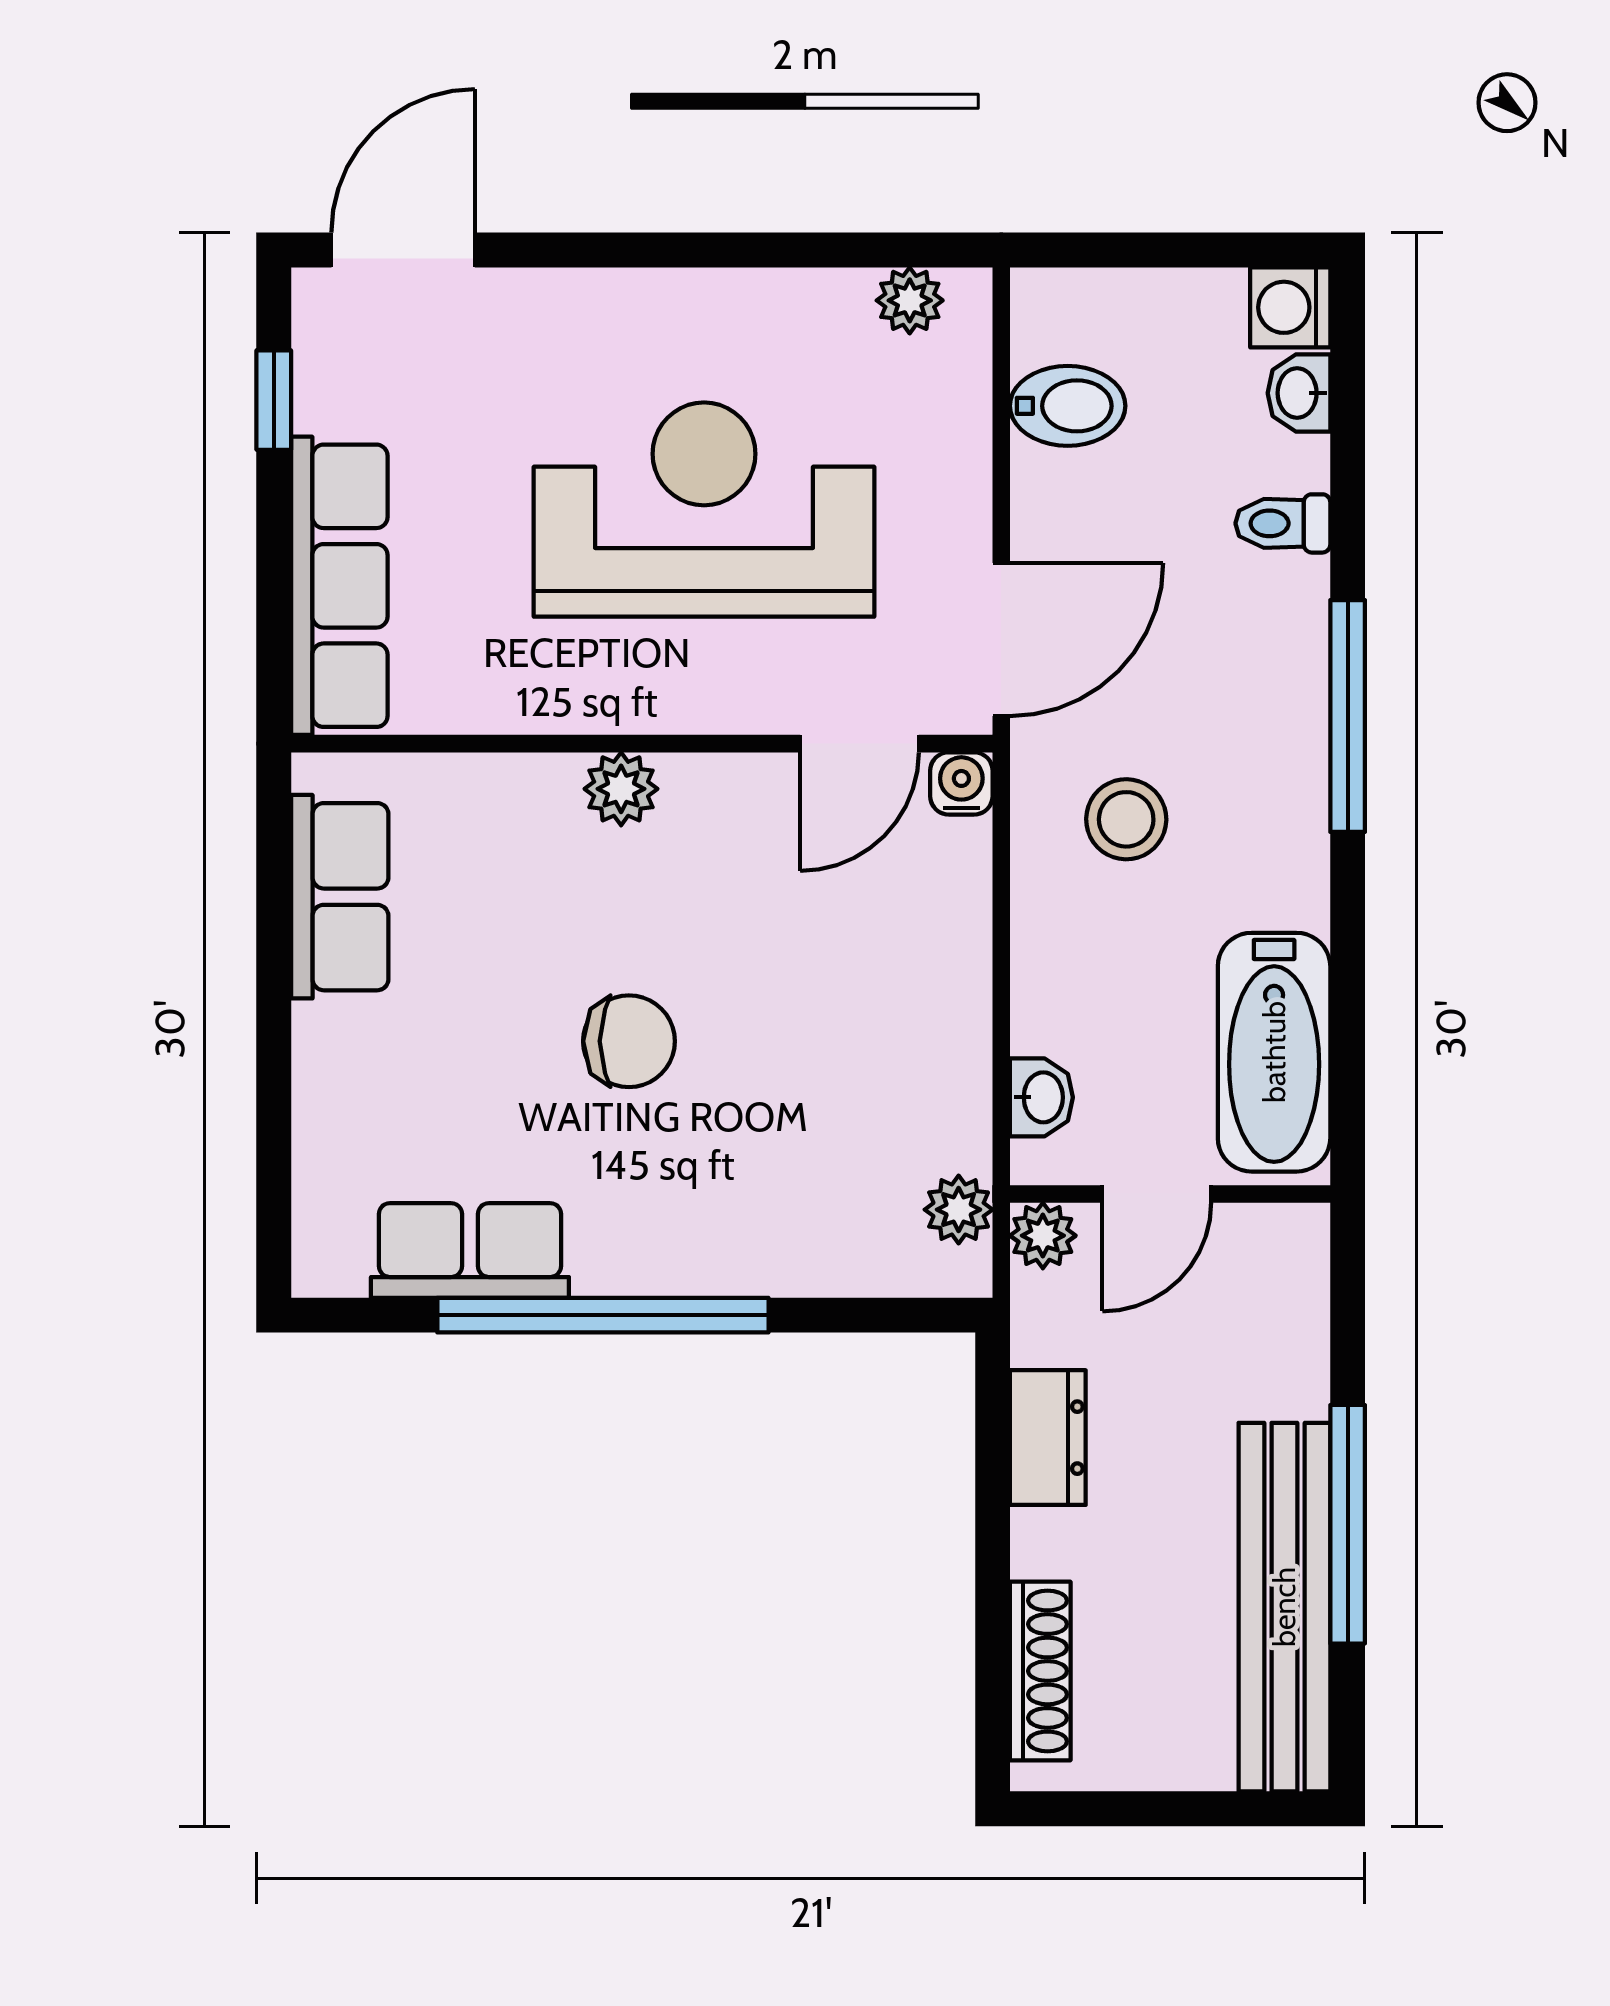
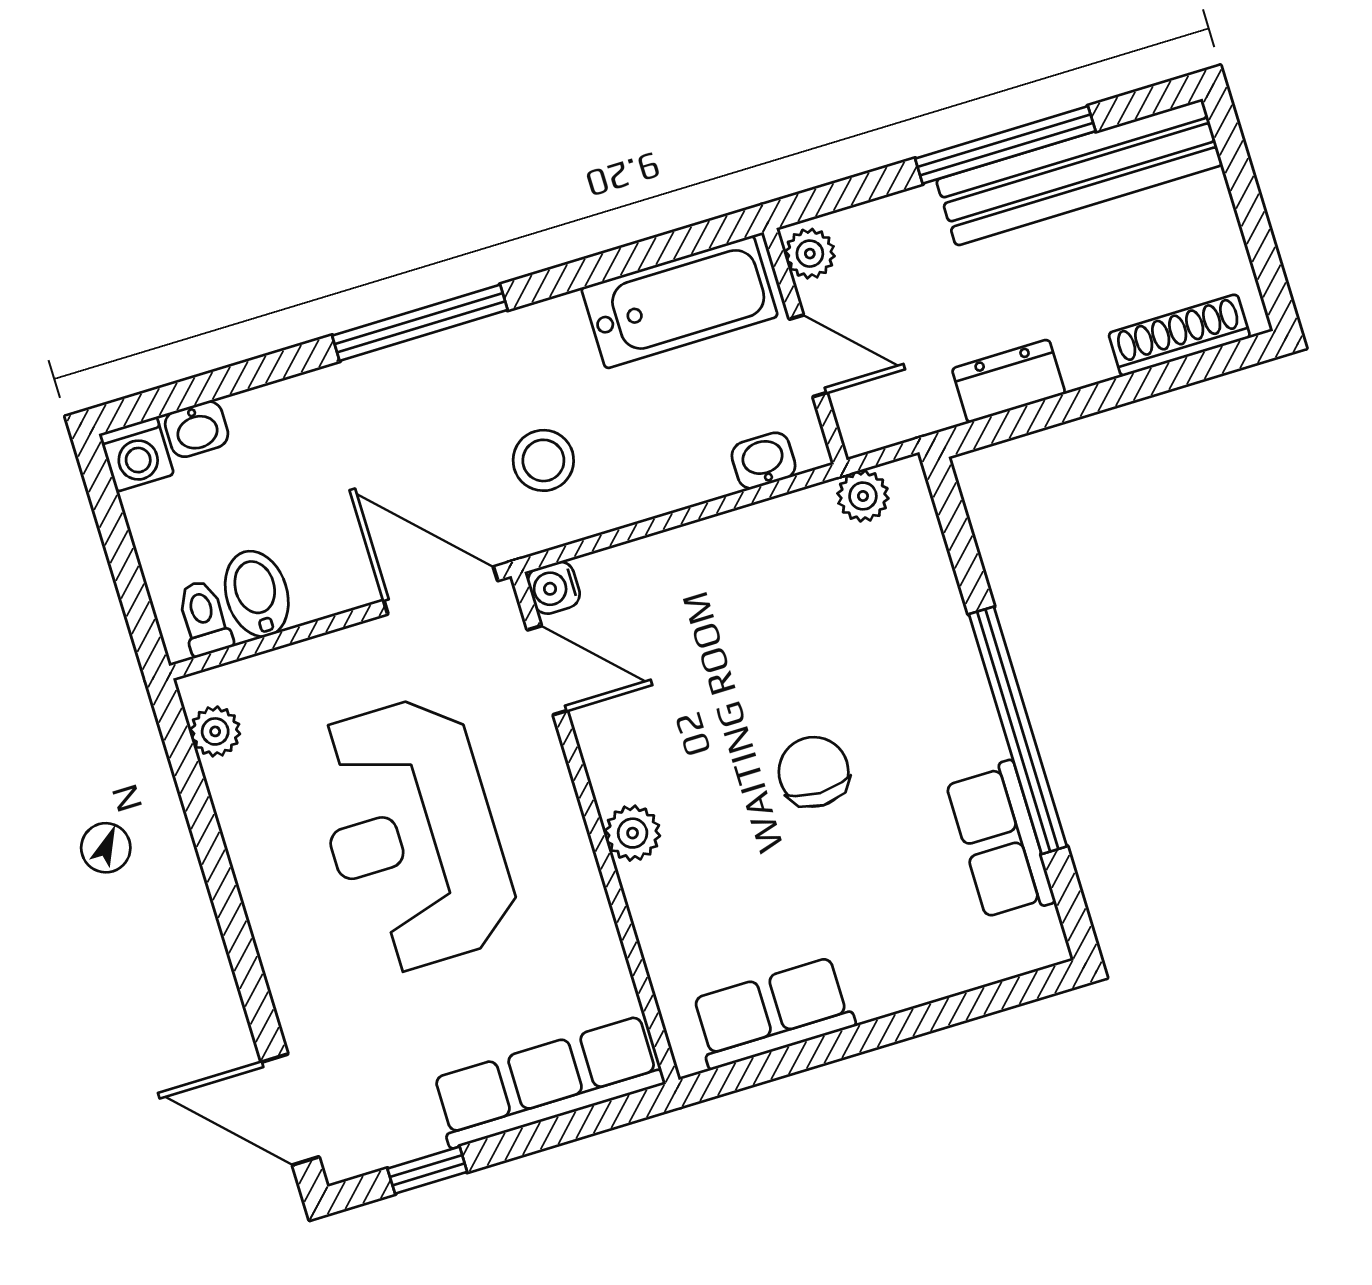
toilet: (1283, 523) -> (204, 618), moved, turned 180
plant: (1043, 1236) -> (810, 254), moved

